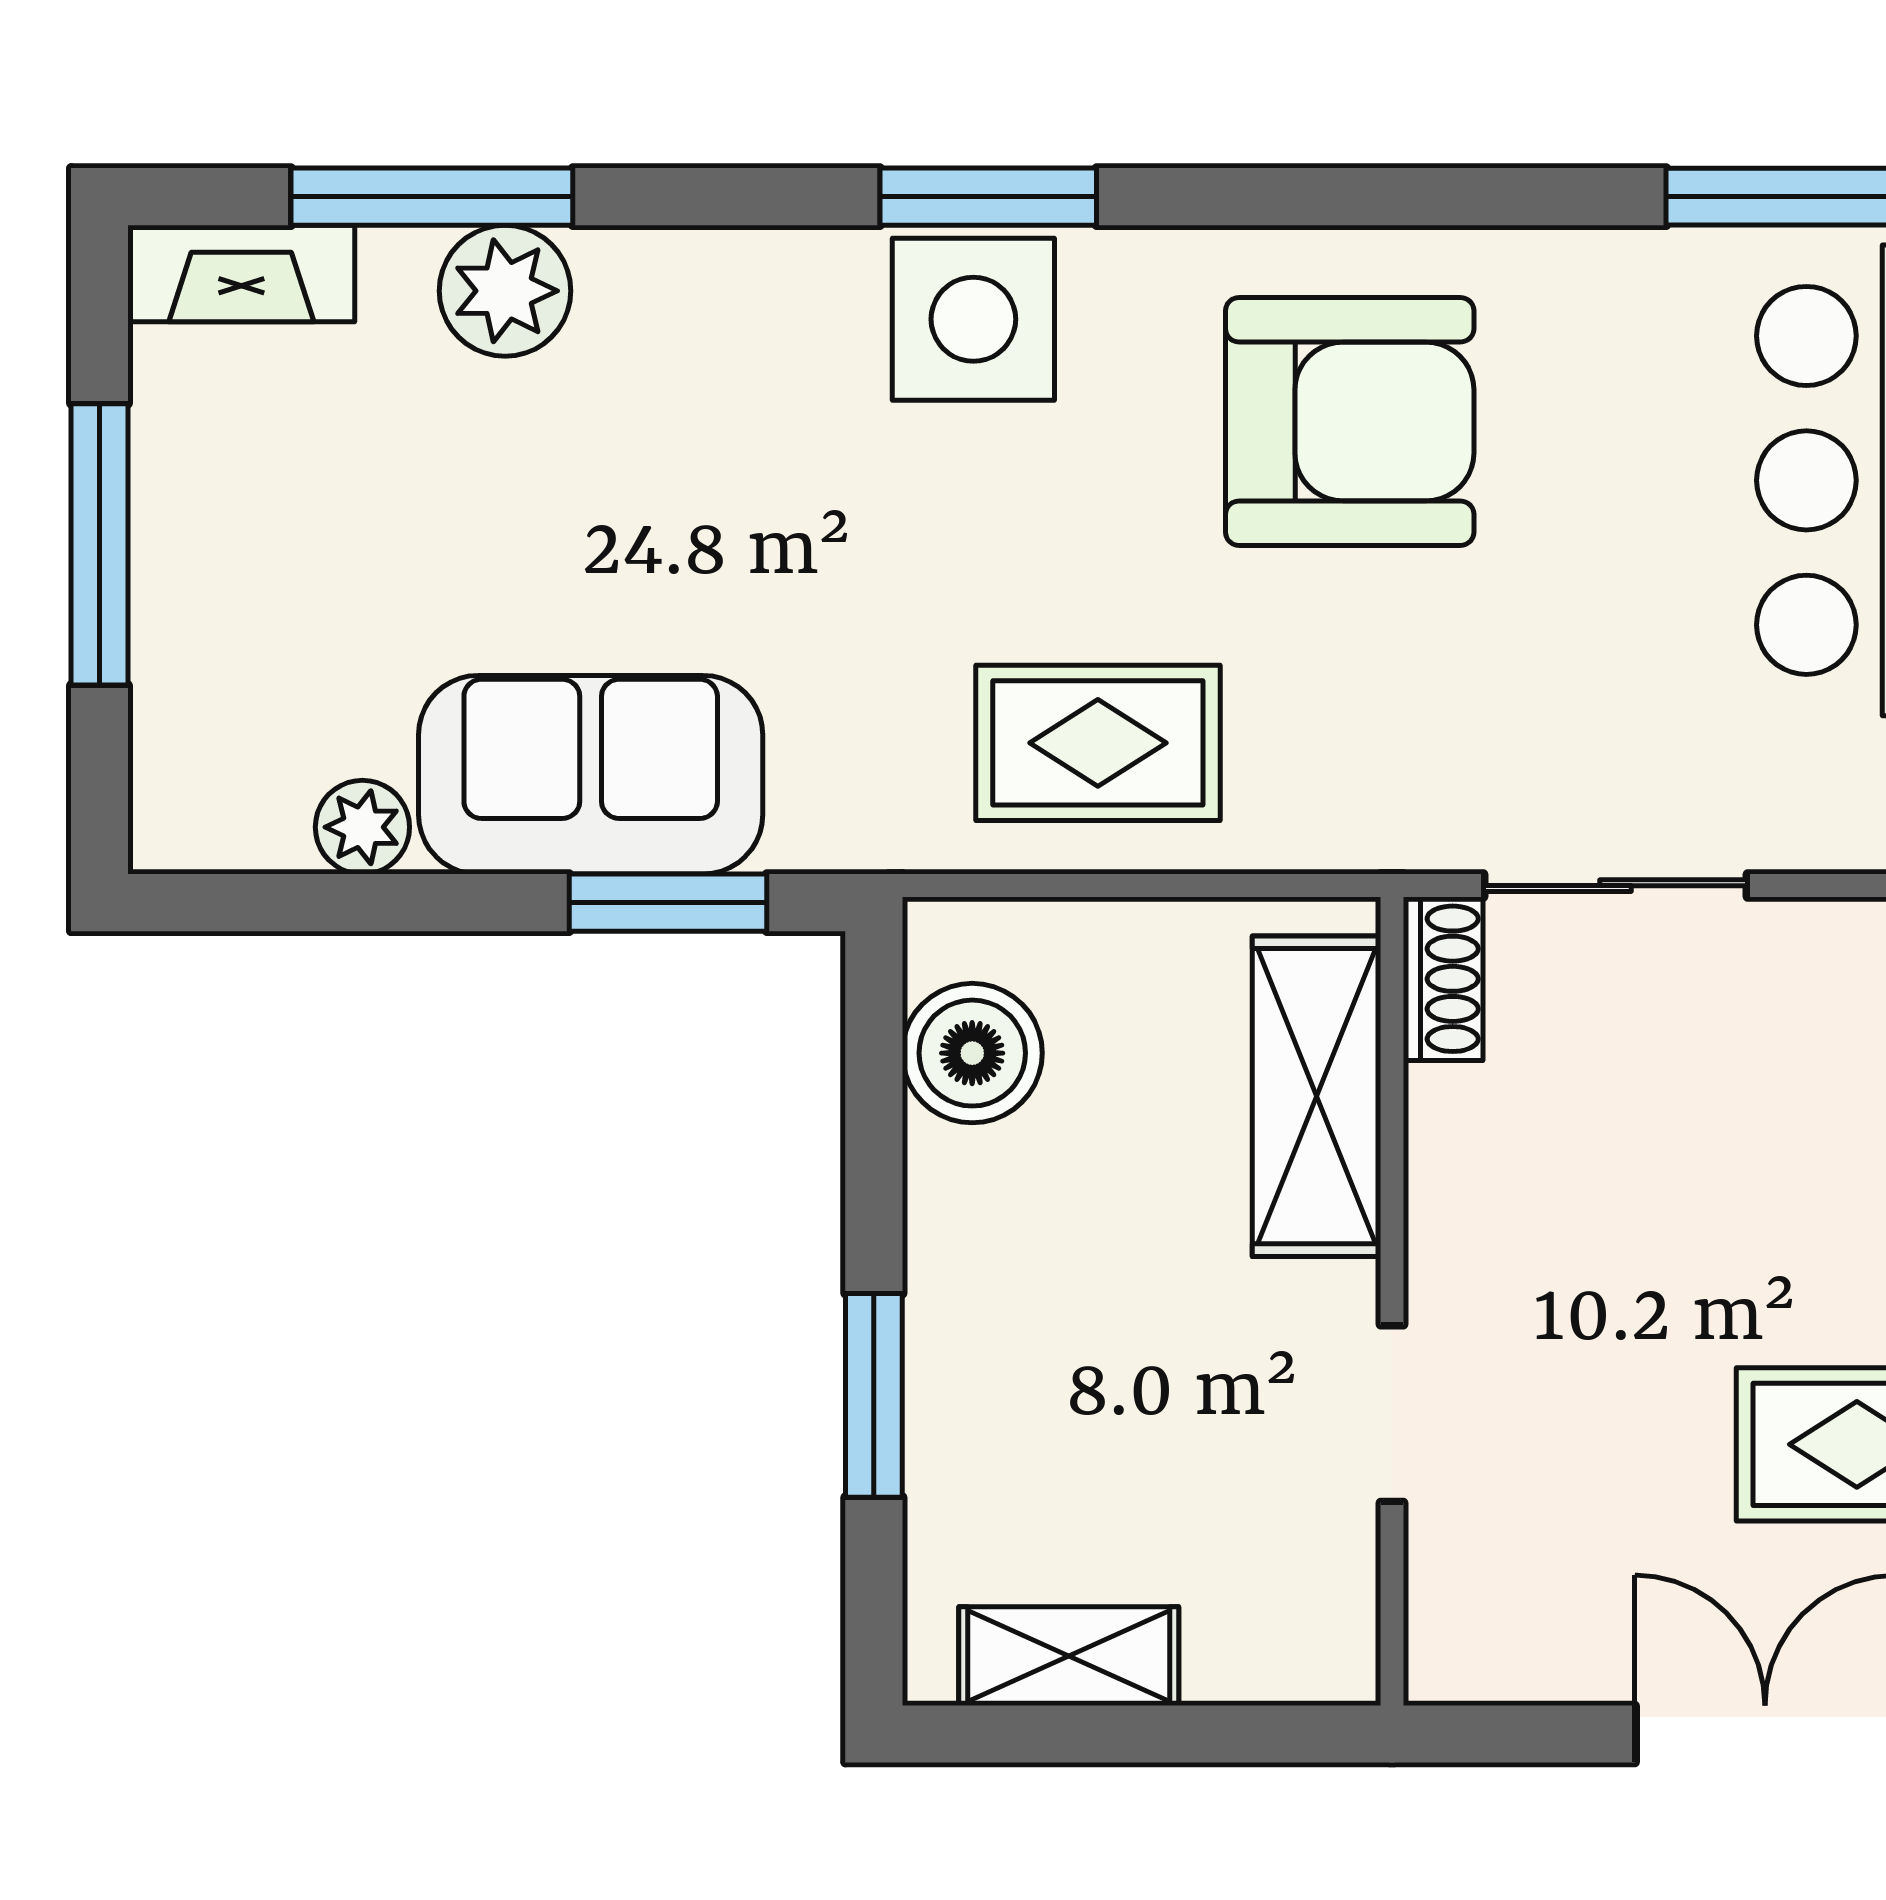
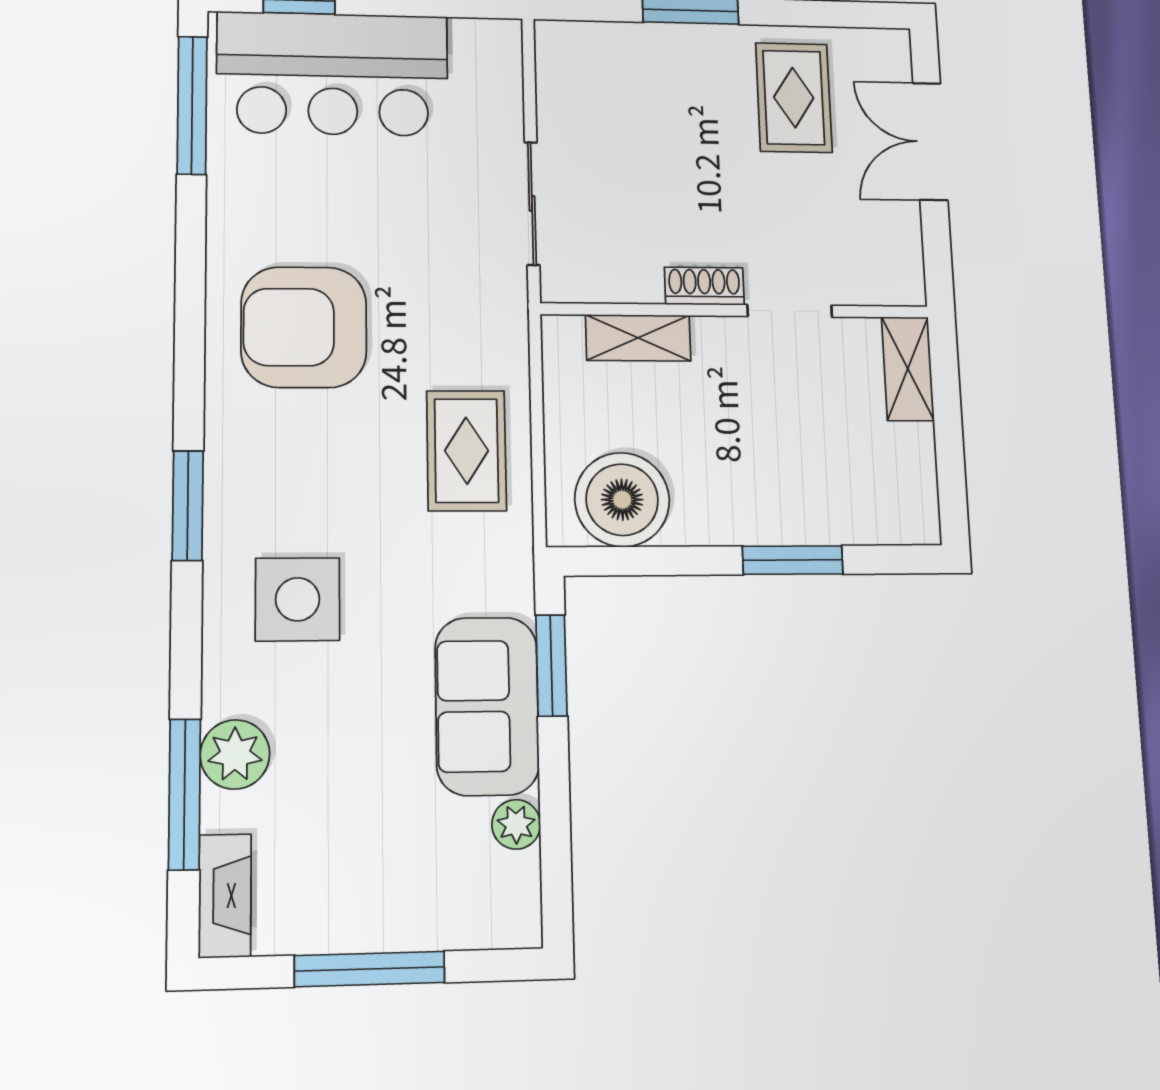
side table: (973, 319) -> (298, 599), moved
armchair: (1350, 421) -> (304, 327), turned -90
shoe rack: (1443, 979) -> (704, 286), moved
boiler: (972, 1053) -> (622, 500), width x1.37, depth x1.37
shelving: (1316, 1096) -> (638, 338), width x0.67, depth x0.75
shelving: (1069, 1656) -> (908, 369), moved

